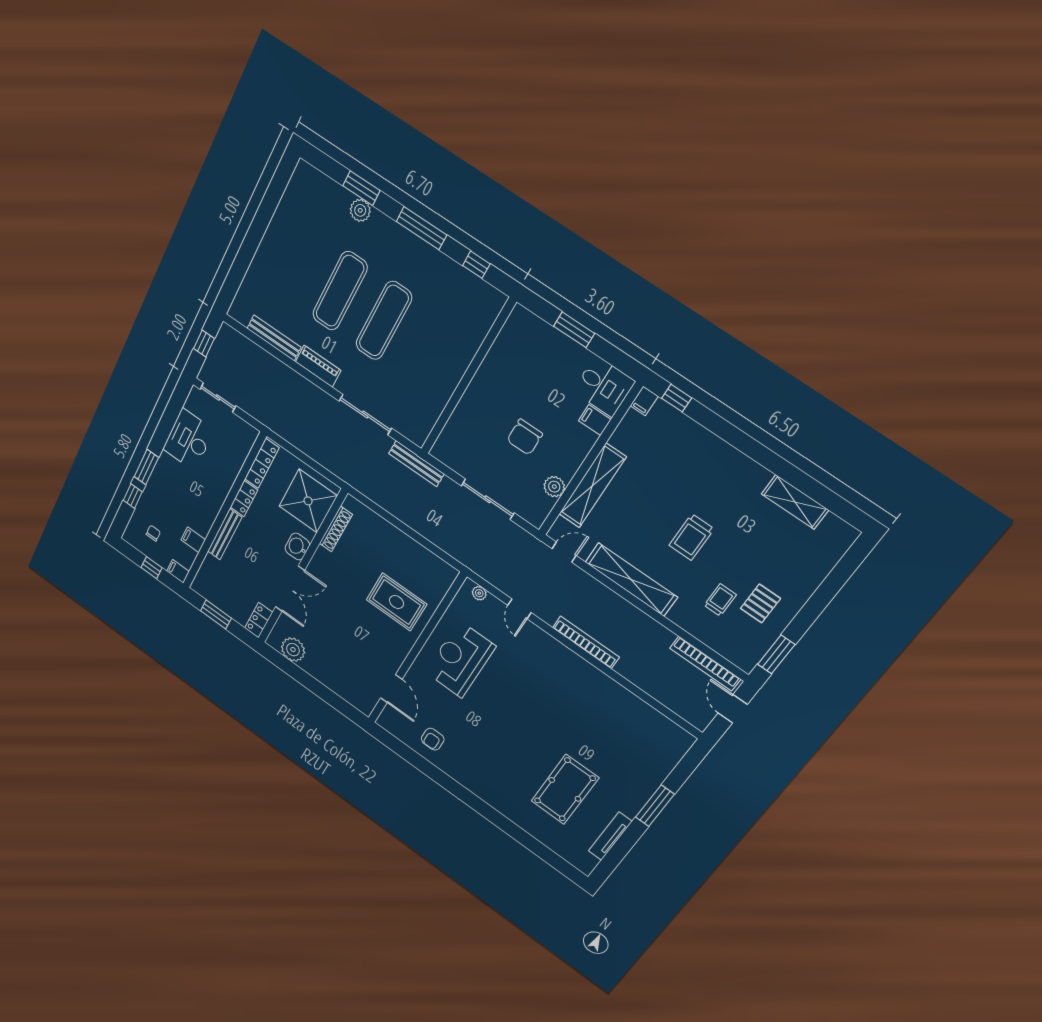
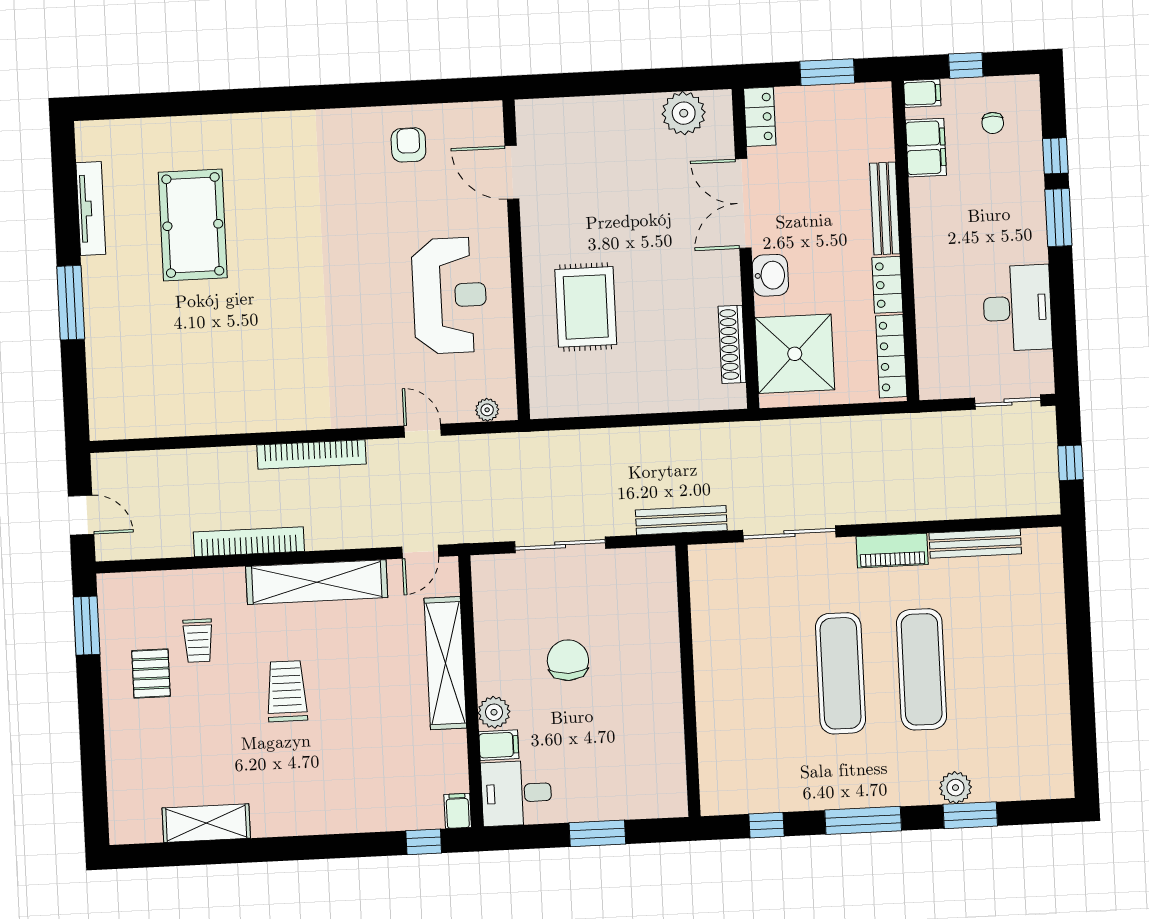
plant: (554, 487) -> (494, 712), moved
filing cabinet: (193, 540) -> (926, 148), width x2.00
rug: (397, 602) -> (586, 307), turned 90
bookcase: (705, 664) -> (249, 542), moved

